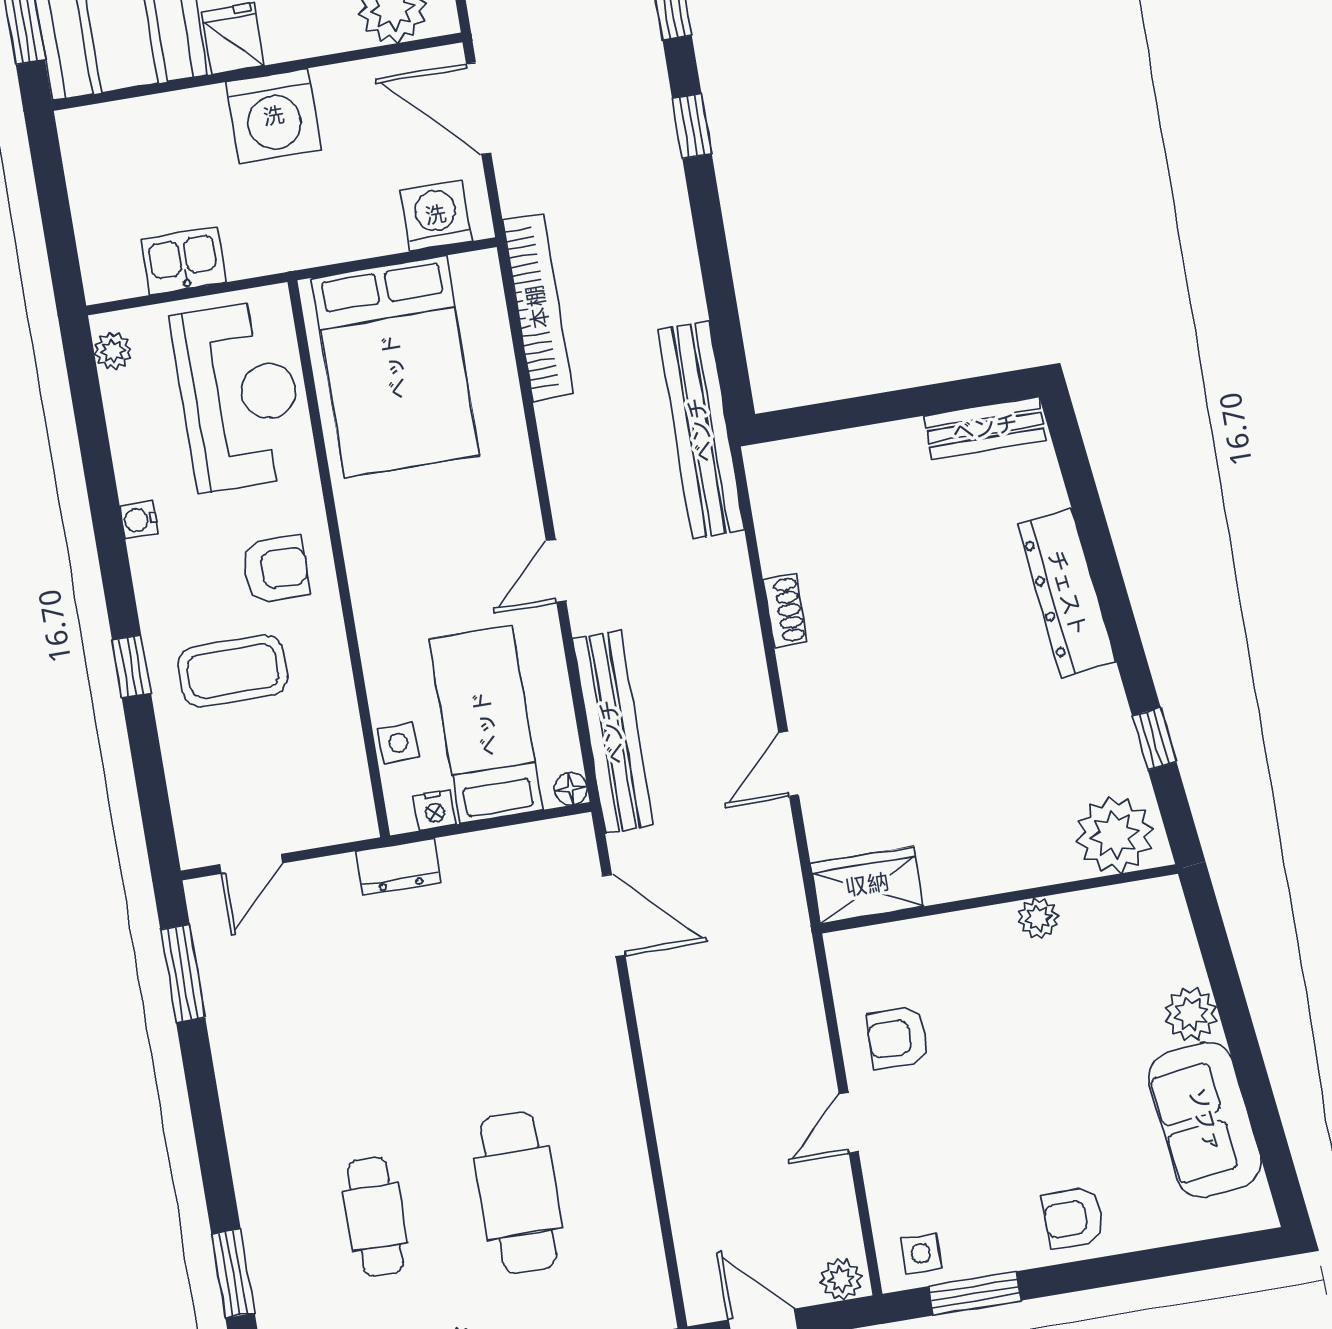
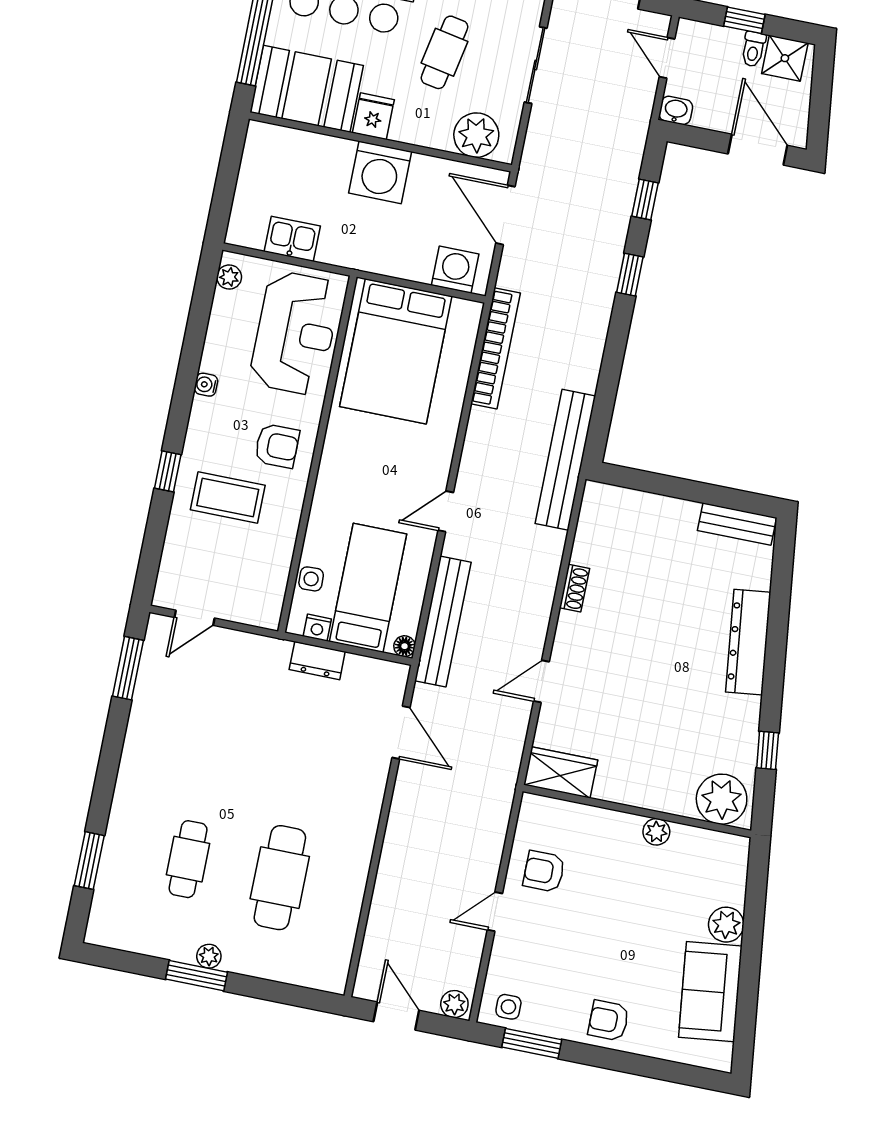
dresser: (398, 867) -> (317, 661), moved

